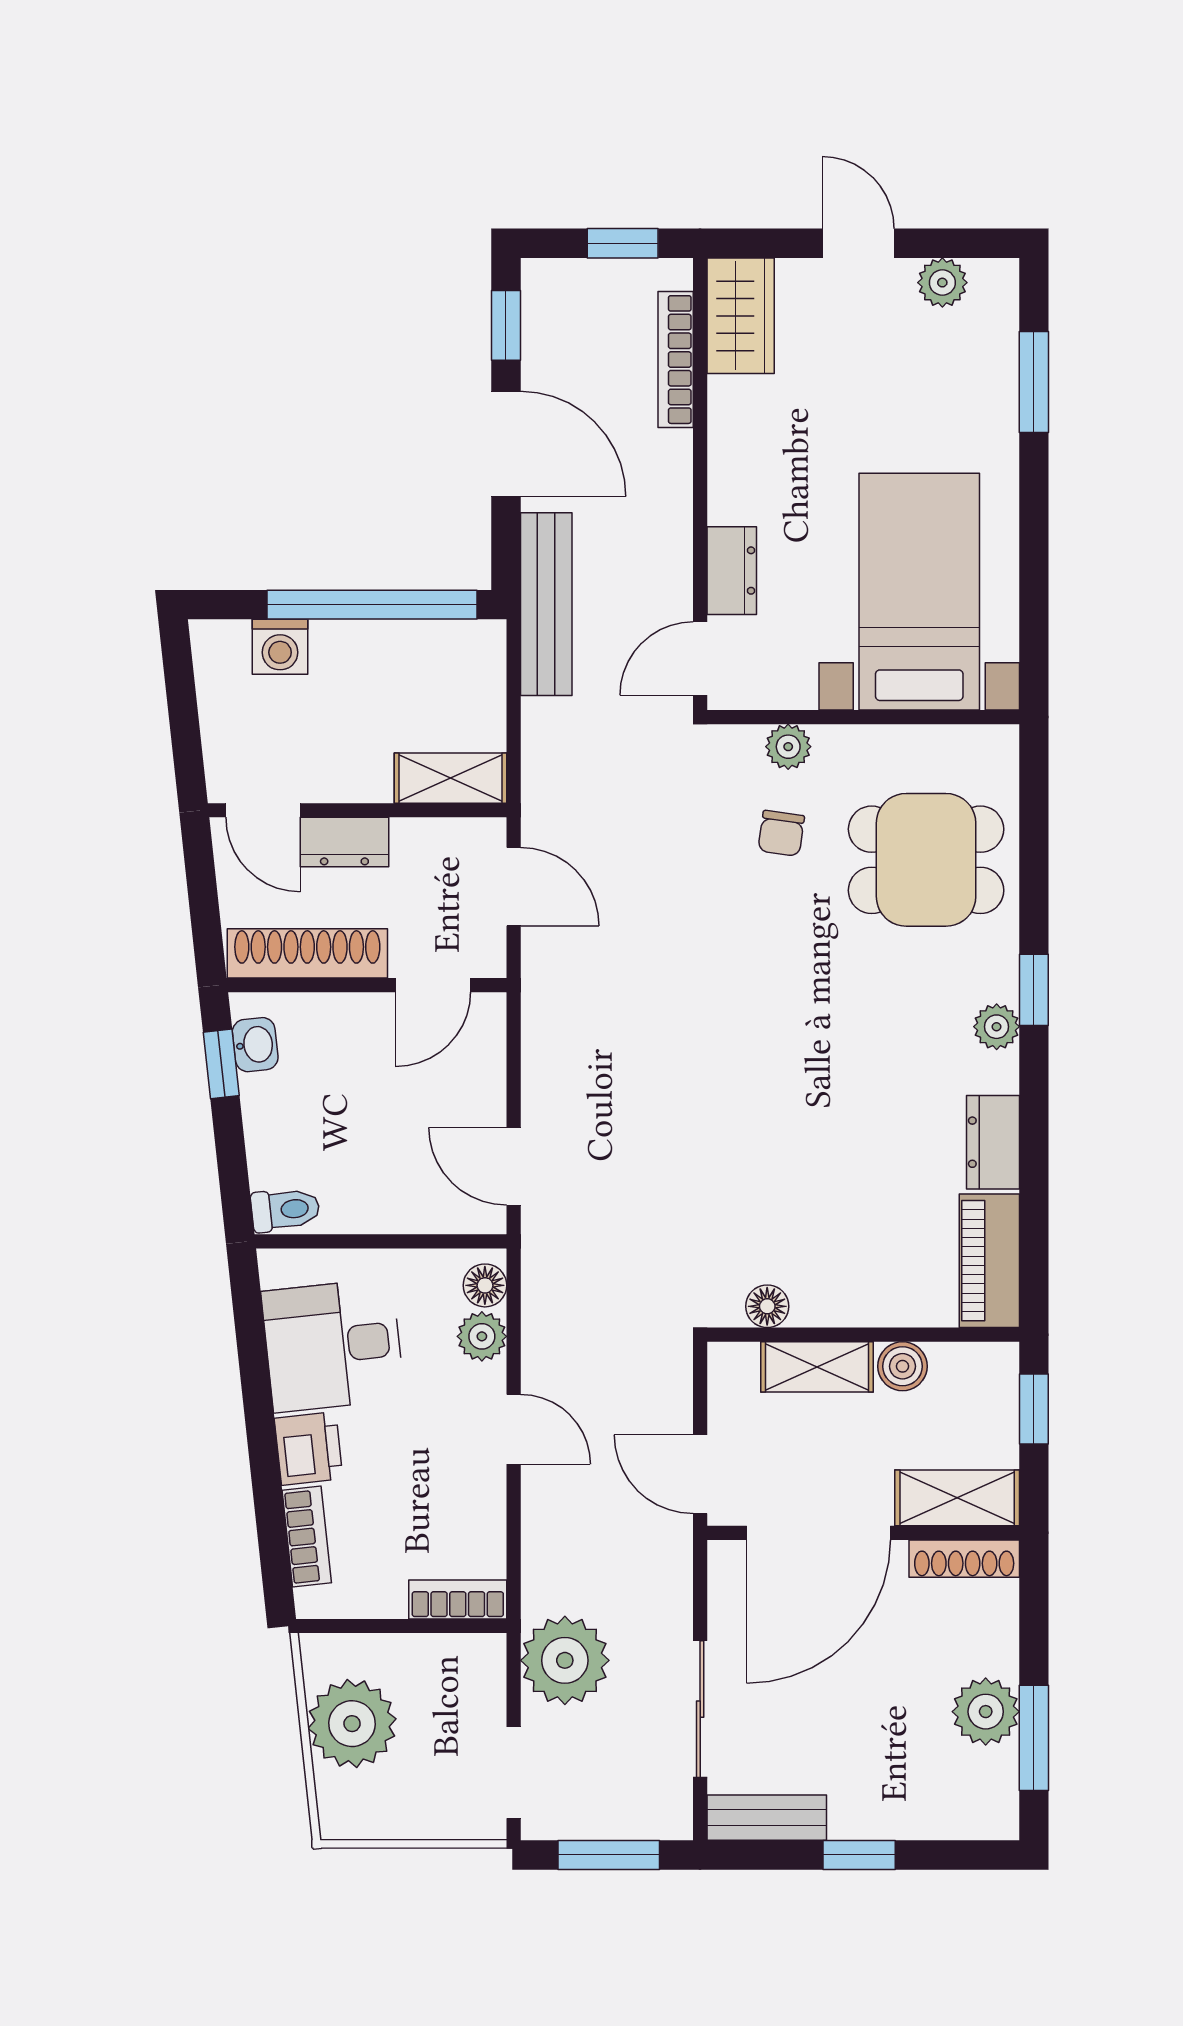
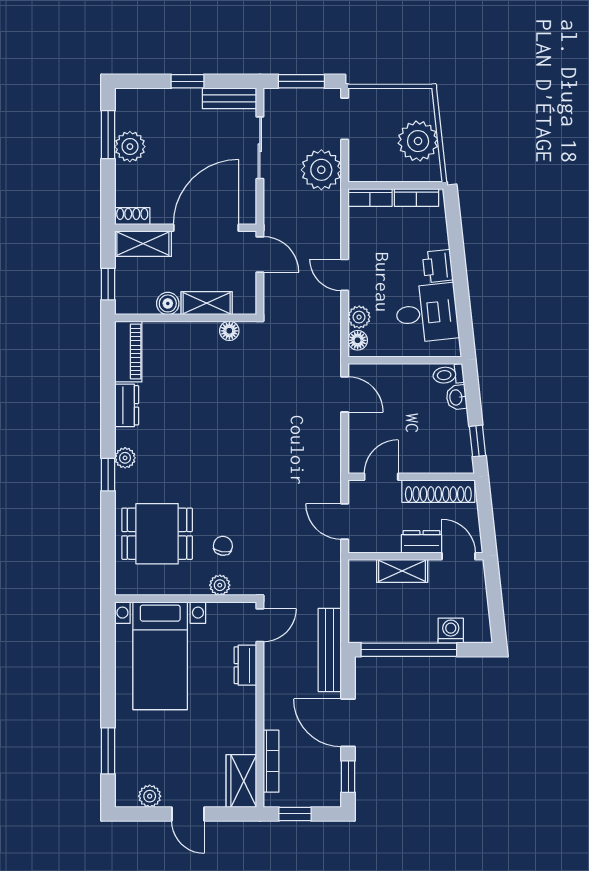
shelving: (451, 778) -> (402, 571), moved
washbasin: (255, 1045) -> (456, 397), moved
bookcase: (307, 1537) -> (416, 197), moved, turned -84
shoe rack: (964, 1559) -> (132, 216), width x0.70

